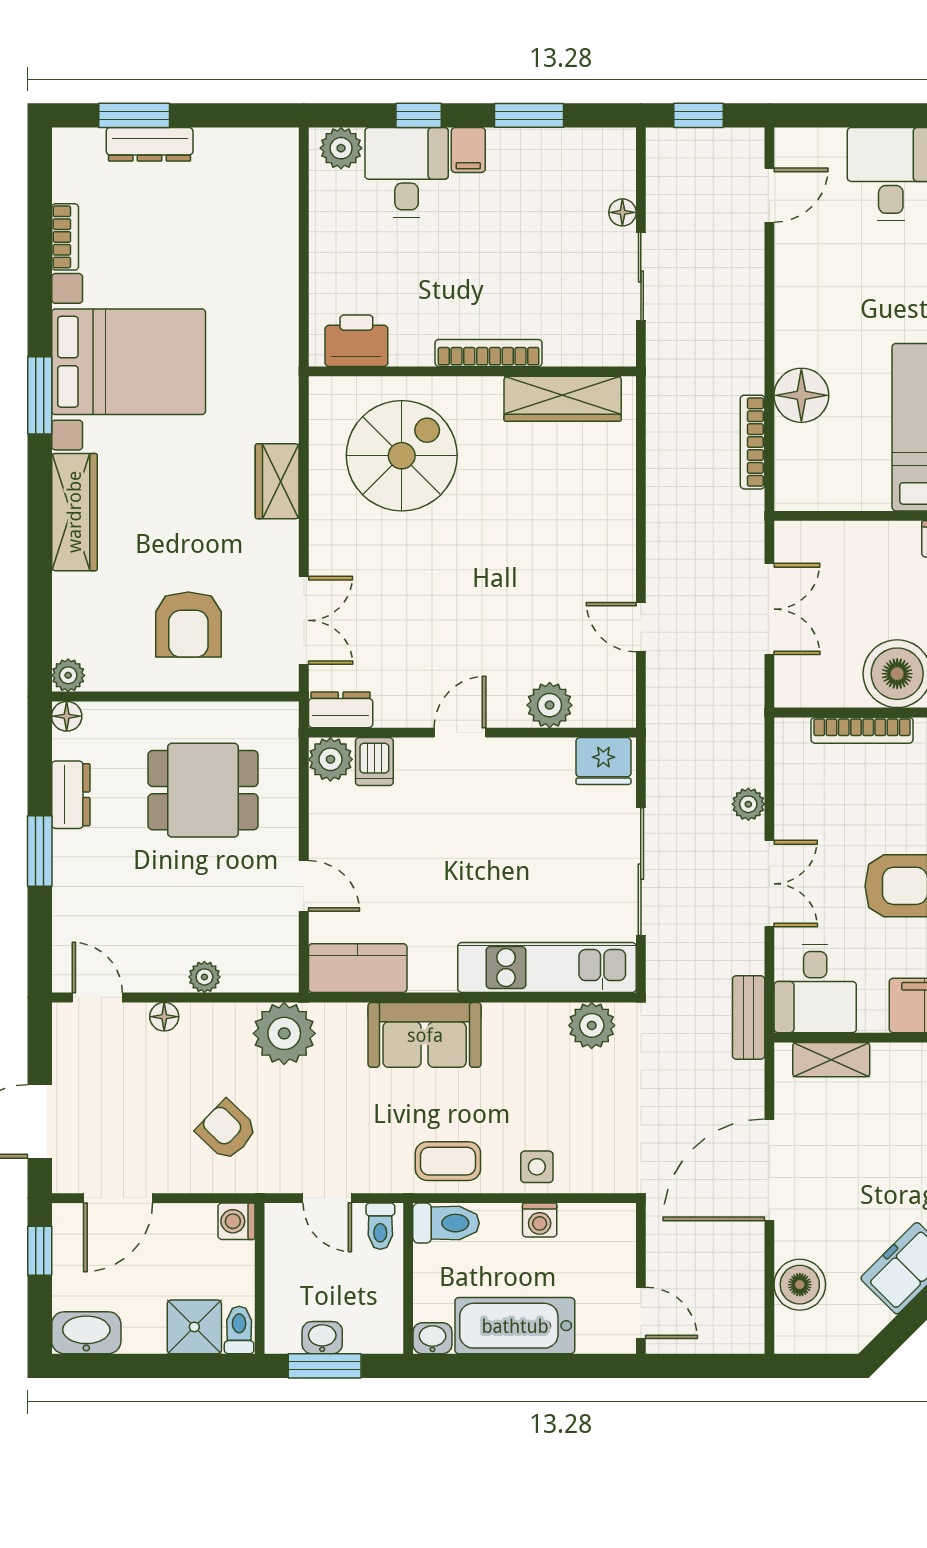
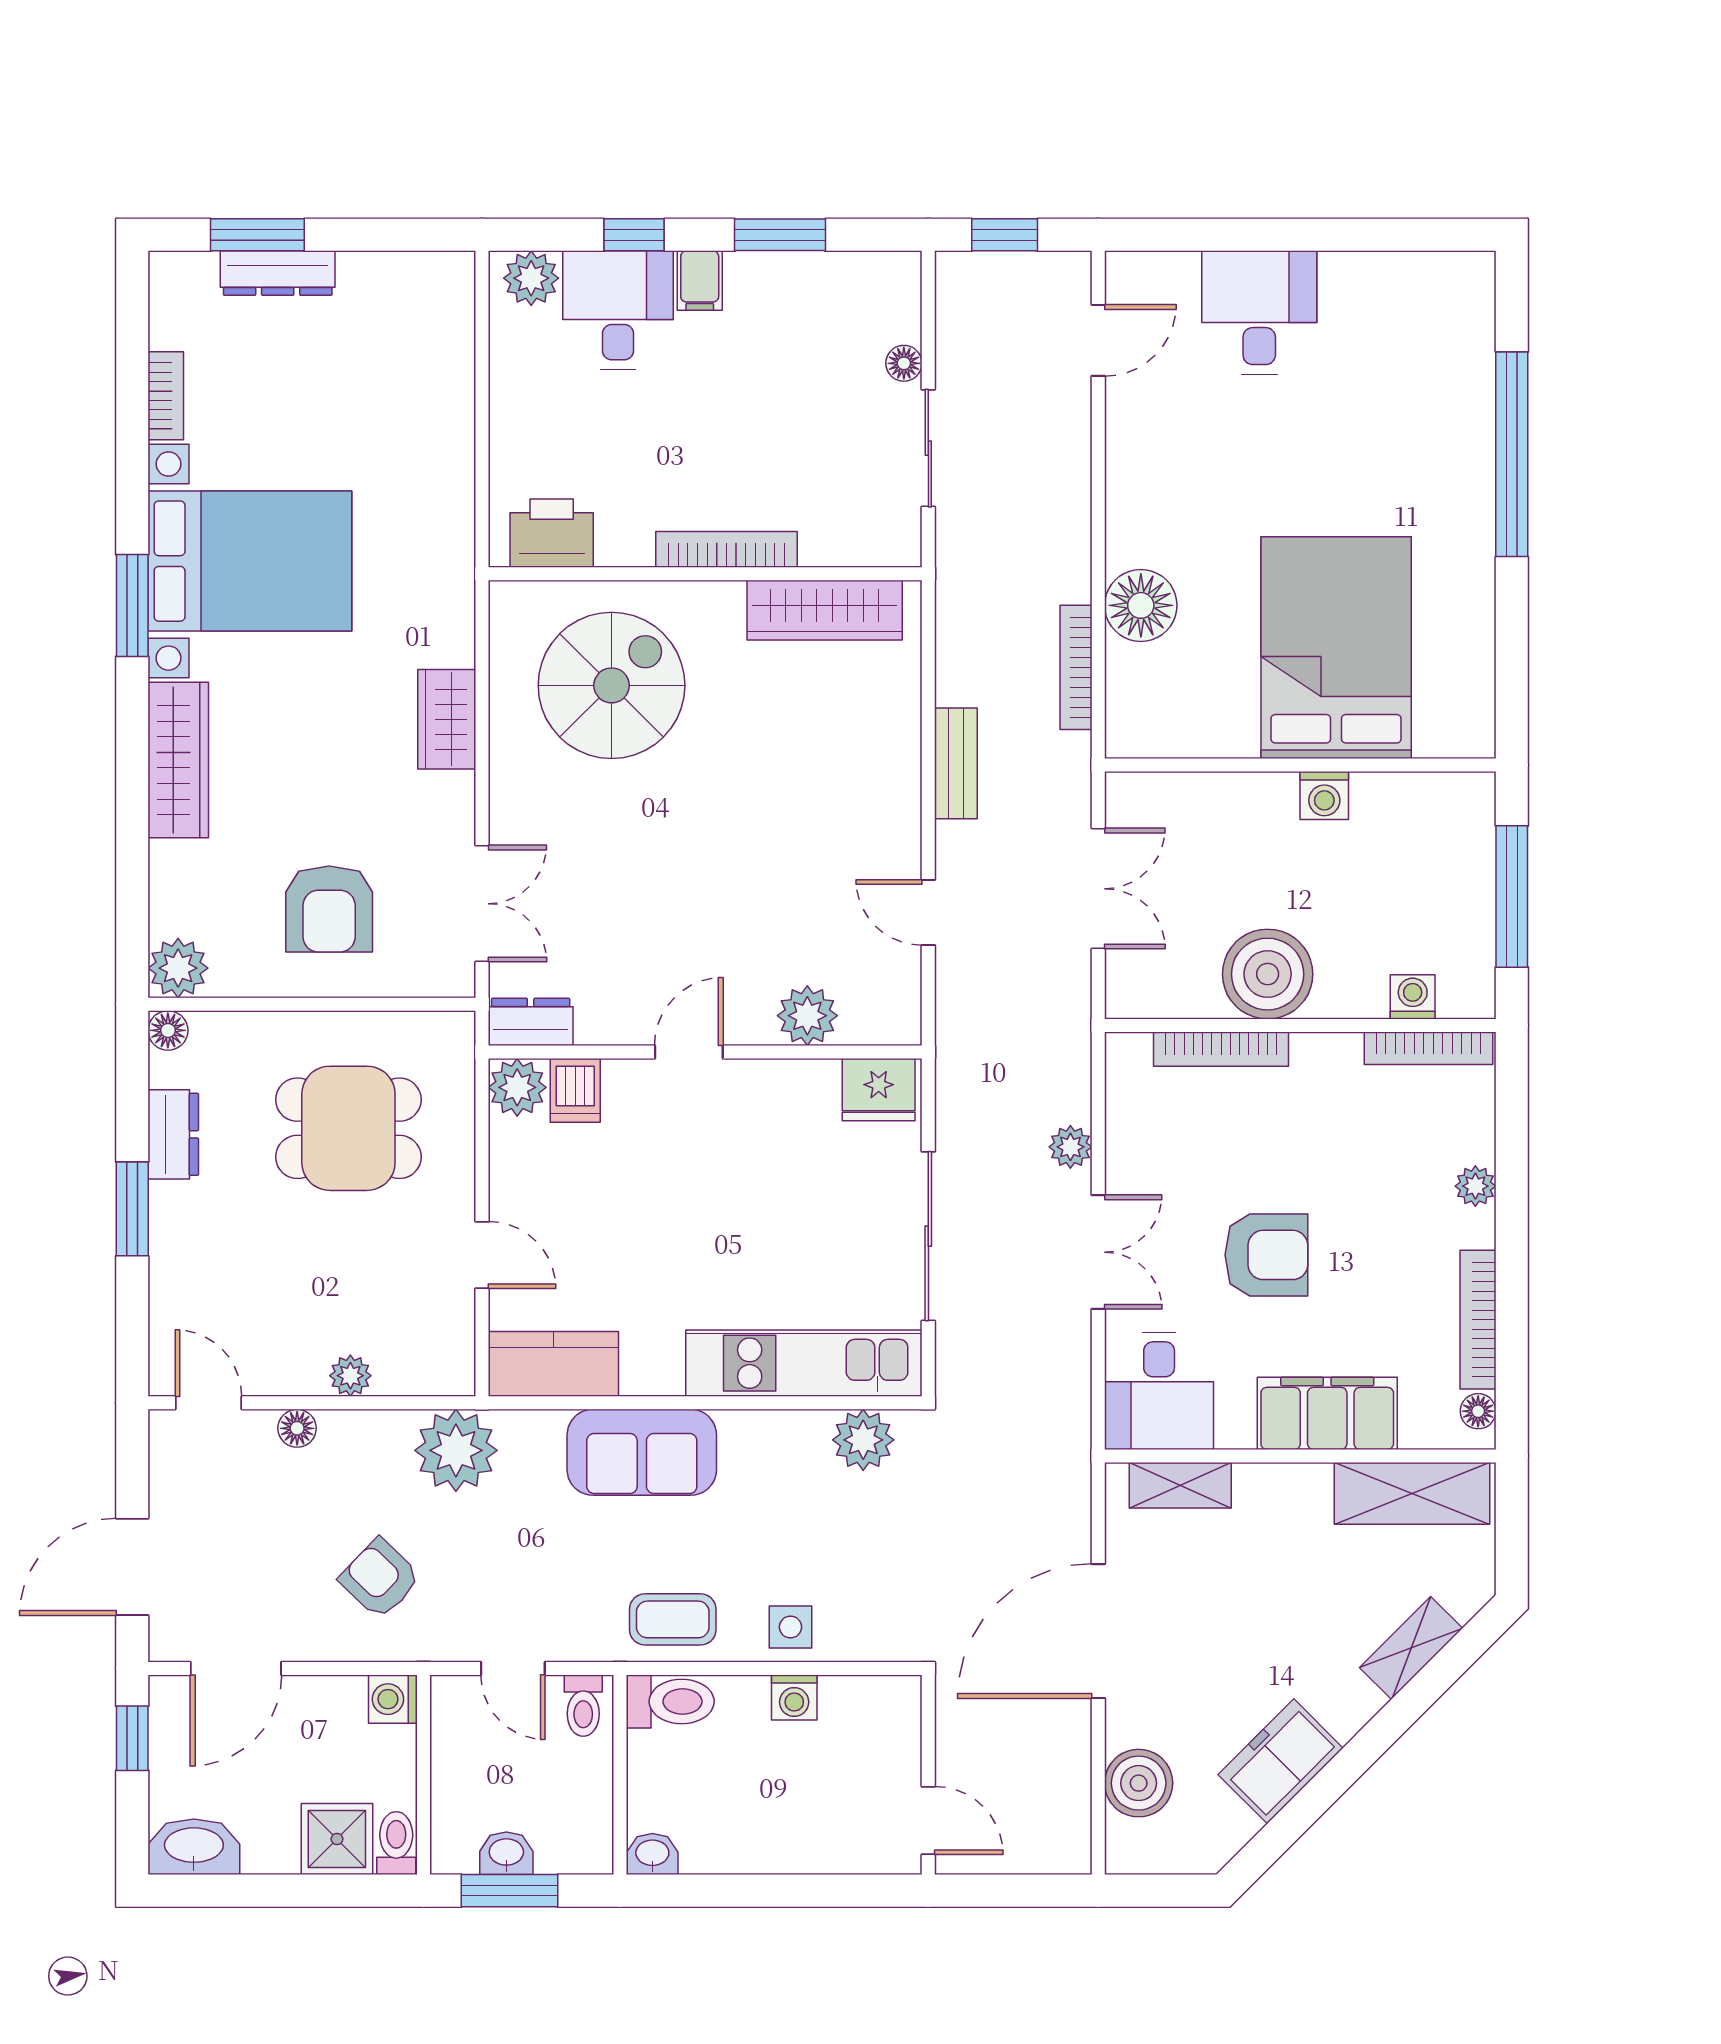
plant: (68, 675) -> (178, 968), width x1.38, depth x1.38
bench: (749, 1017) -> (956, 763), moved
bathtub: (515, 1326) -> (761, 1837), removed

